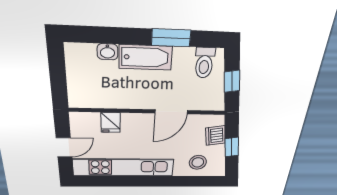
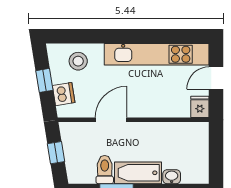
toilet: (204, 63) -> (105, 170), moved
fridge: (111, 123) -> (200, 107), moved

